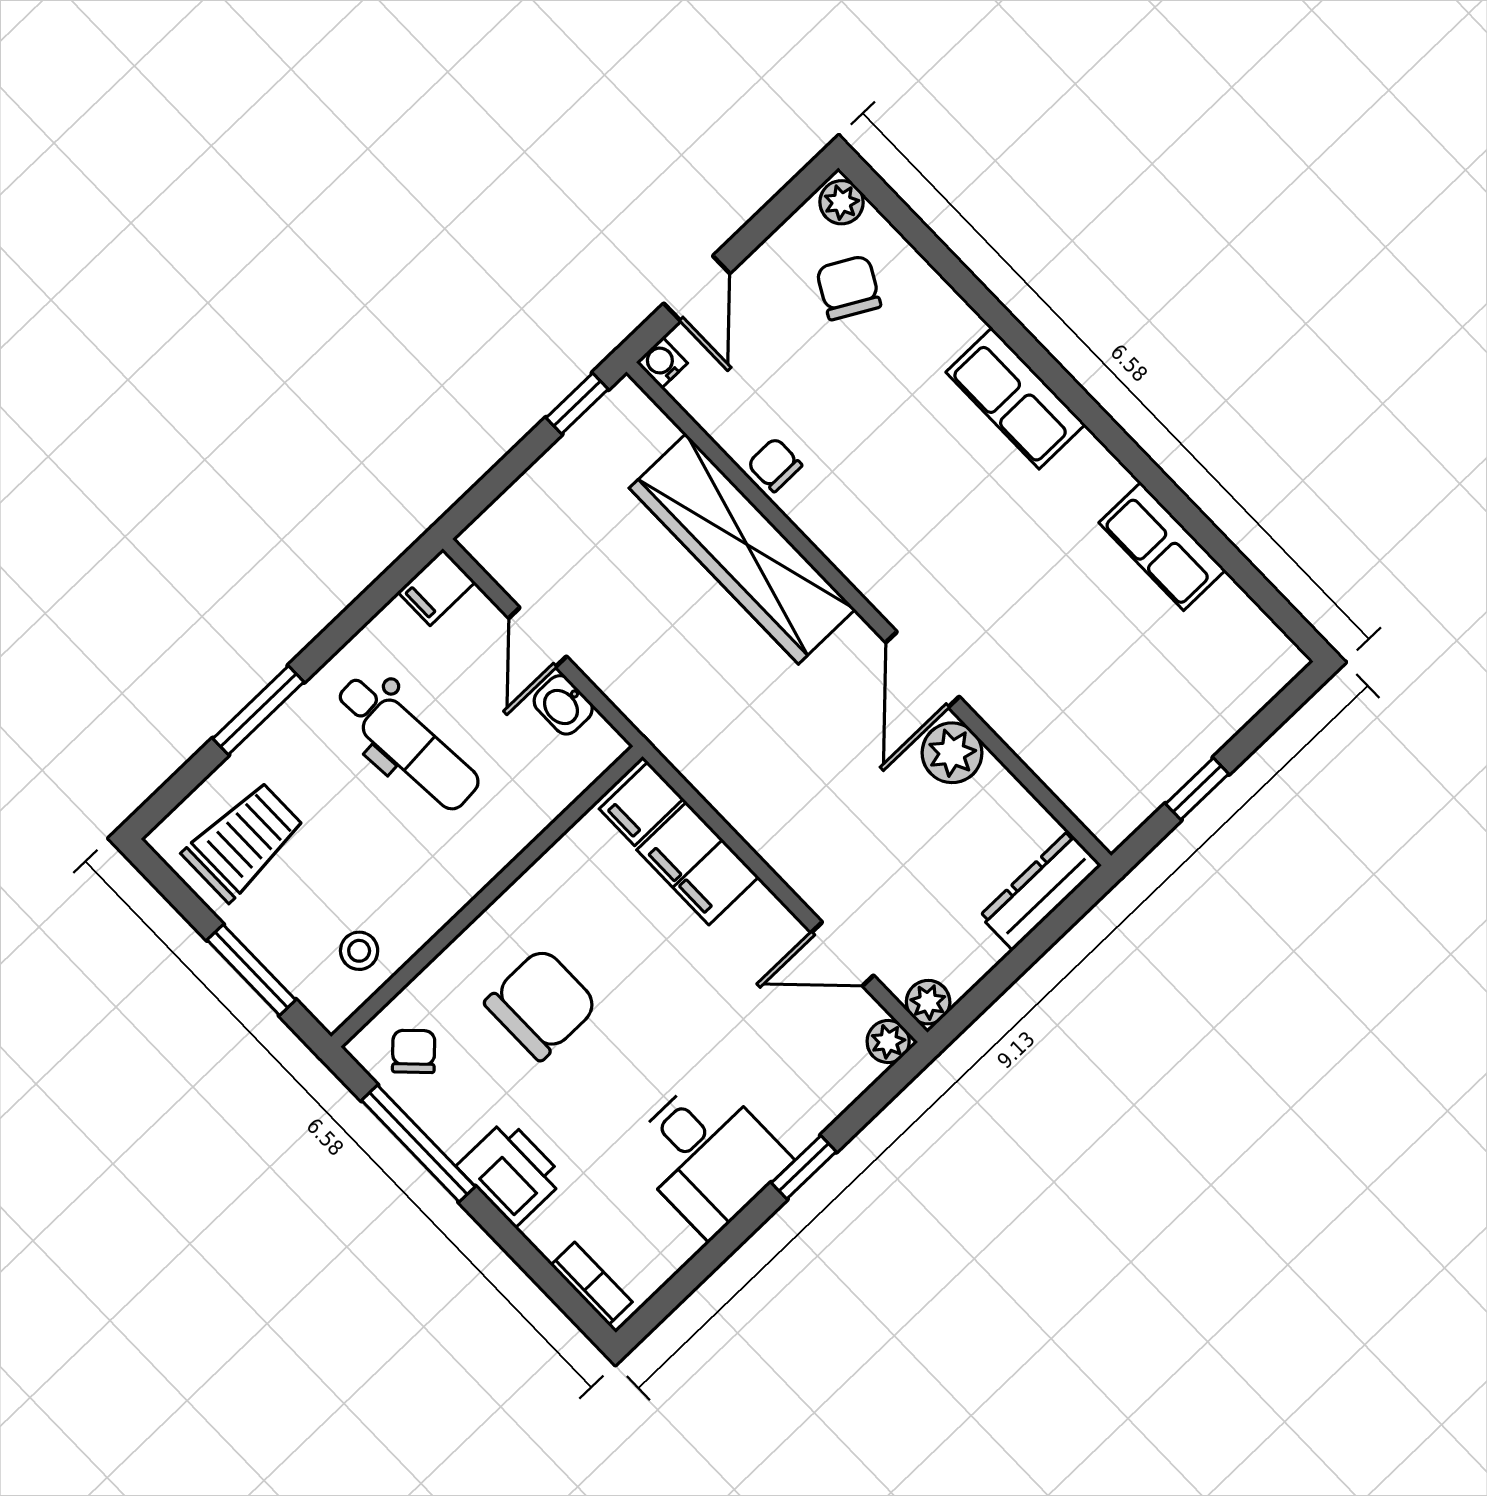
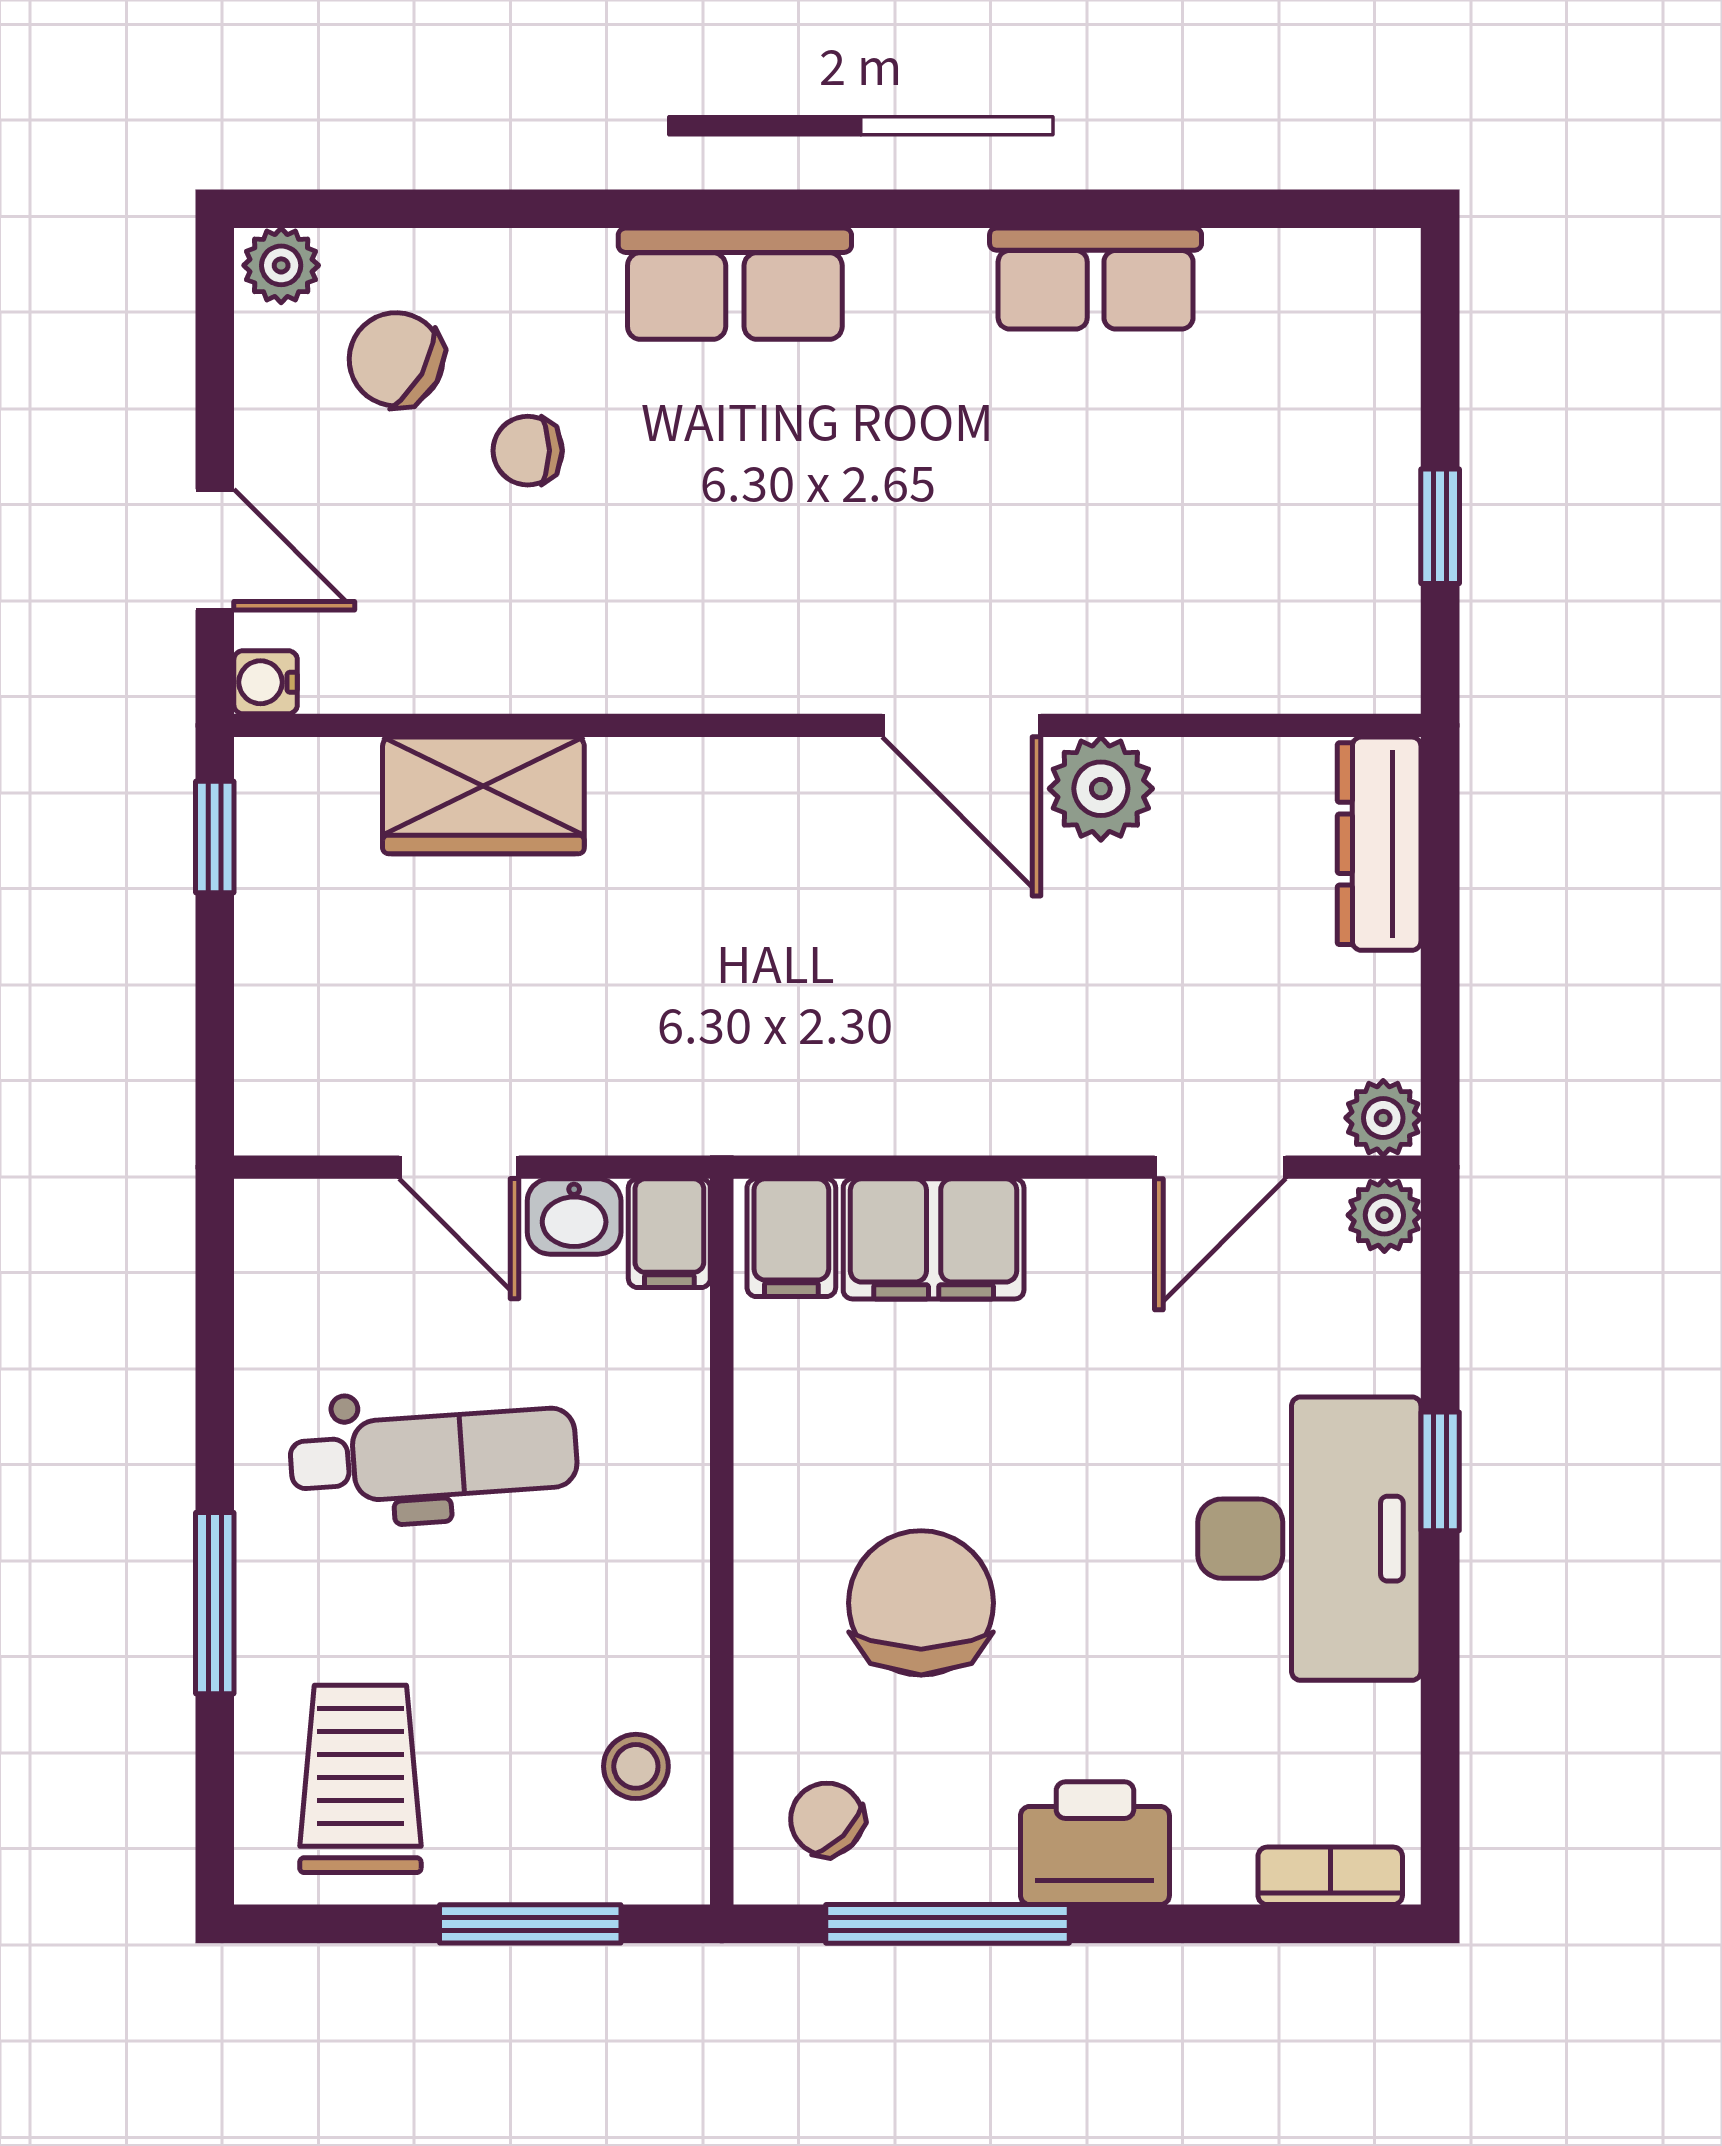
chair: (775, 465) -> (528, 451), moved
wardrobe: (742, 549) -> (483, 795), width x0.48, depth x0.85
filing cabinet: (436, 587) -> (669, 1233), moved
desk: (708, 1155) -> (1309, 1539), width x1.37

